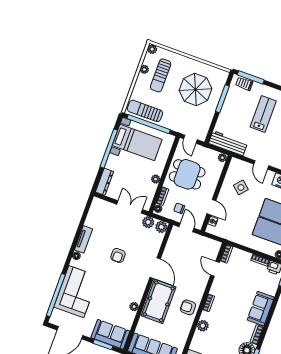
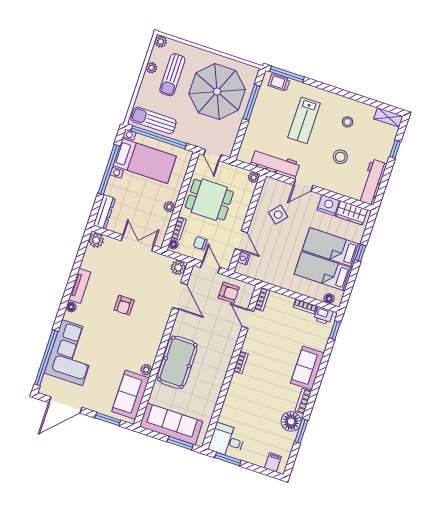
parasol: (195, 90) -> (217, 92), width x1.36, depth x1.36
lab bench: (263, 114) -> (304, 120), turned 180
workbench: (228, 143) -> (275, 164), moved
door: (261, 165) -> (303, 185), hinge flipped
plant: (148, 222) -> (96, 240), moved
door: (155, 268) -> (180, 296), moved
armchair: (188, 307) -> (229, 293), moved, turned 180
plant: (203, 326) -> (234, 392), removed
sofa: (110, 334) -> (131, 395), moved, turned -90

